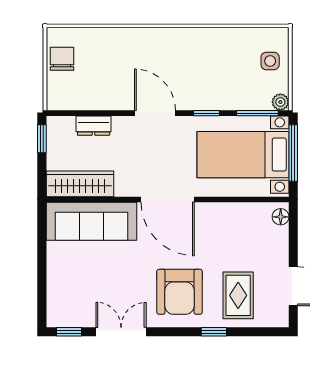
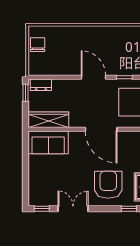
dresser: (94, 126) -> (41, 85), moved
sofa: (91, 221) -> (48, 142), width x0.73
armchair: (179, 292) -> (108, 185), turned 180

